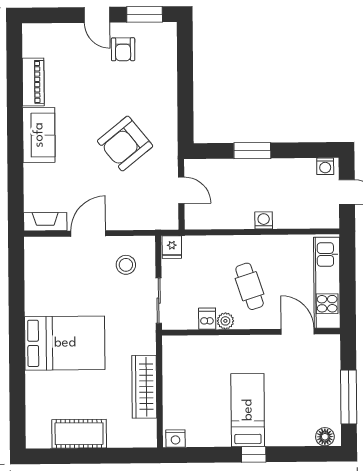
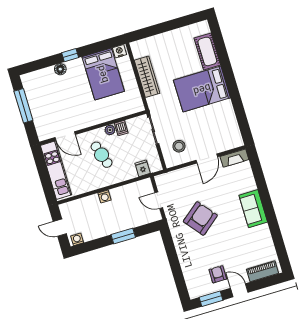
piano: (33, 82) -> (262, 271), moved, turned 90
fridge: (172, 247) -> (143, 168), moved
bed: (248, 410) -> (103, 74), moved, width x1.50
cot: (79, 434) -> (207, 51), moved, turned 90
floor lamp: (325, 437) -> (60, 69), moved

